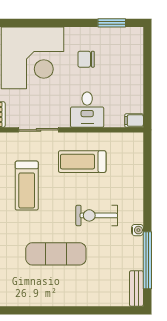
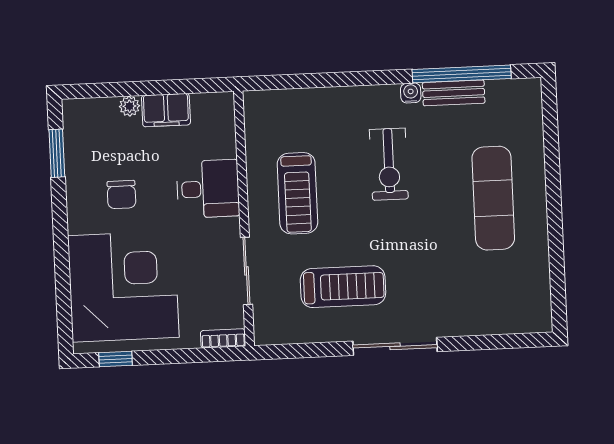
plant: (137, 66) -> (129, 106), added
filing cabinet: (134, 121) -> (166, 110), moved, width x2.00
exercise mat: (56, 254) -> (493, 198), moved
bench: (136, 289) -> (454, 93), moved

